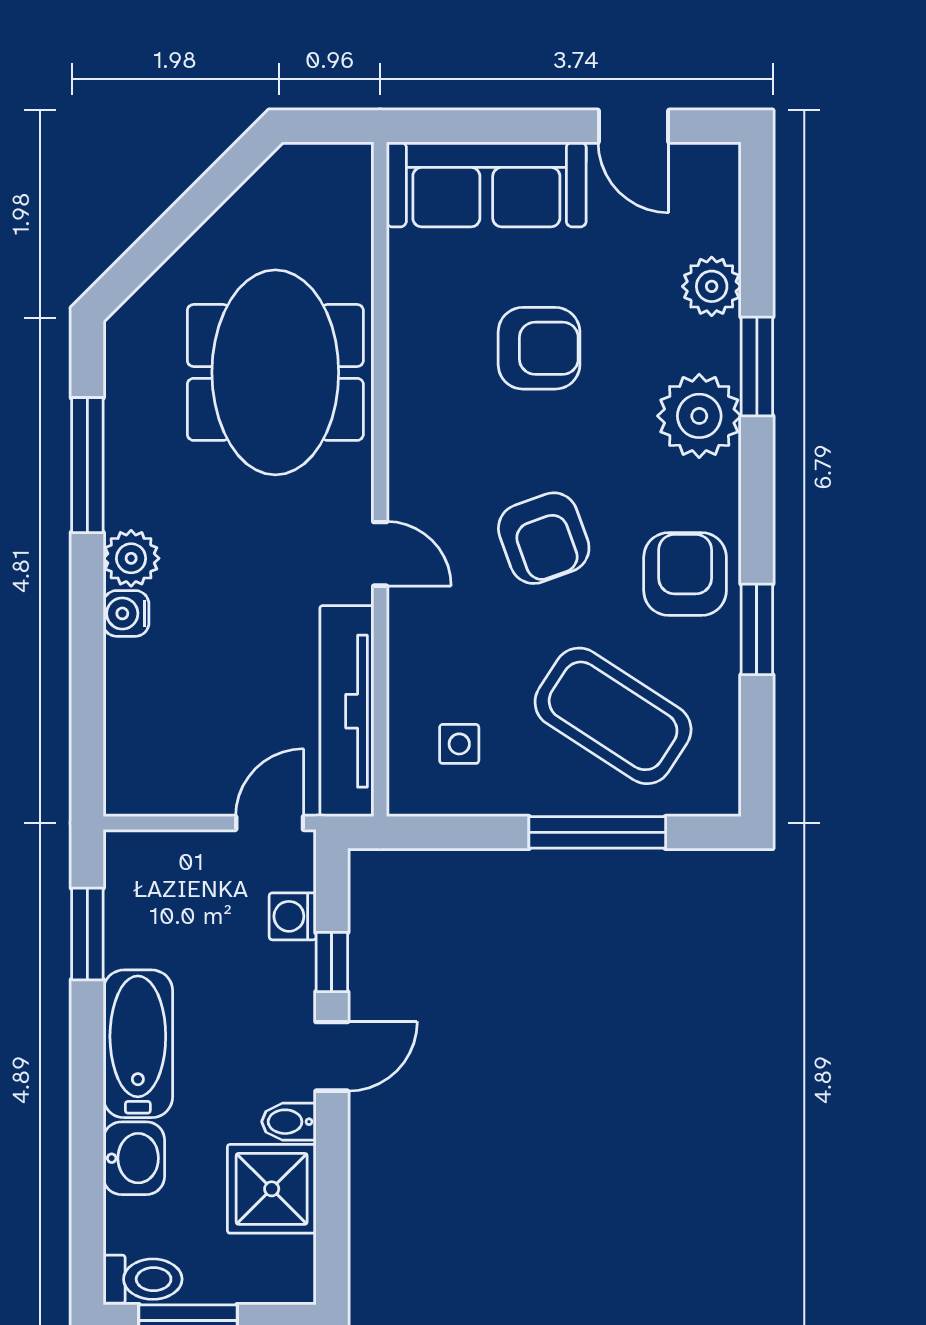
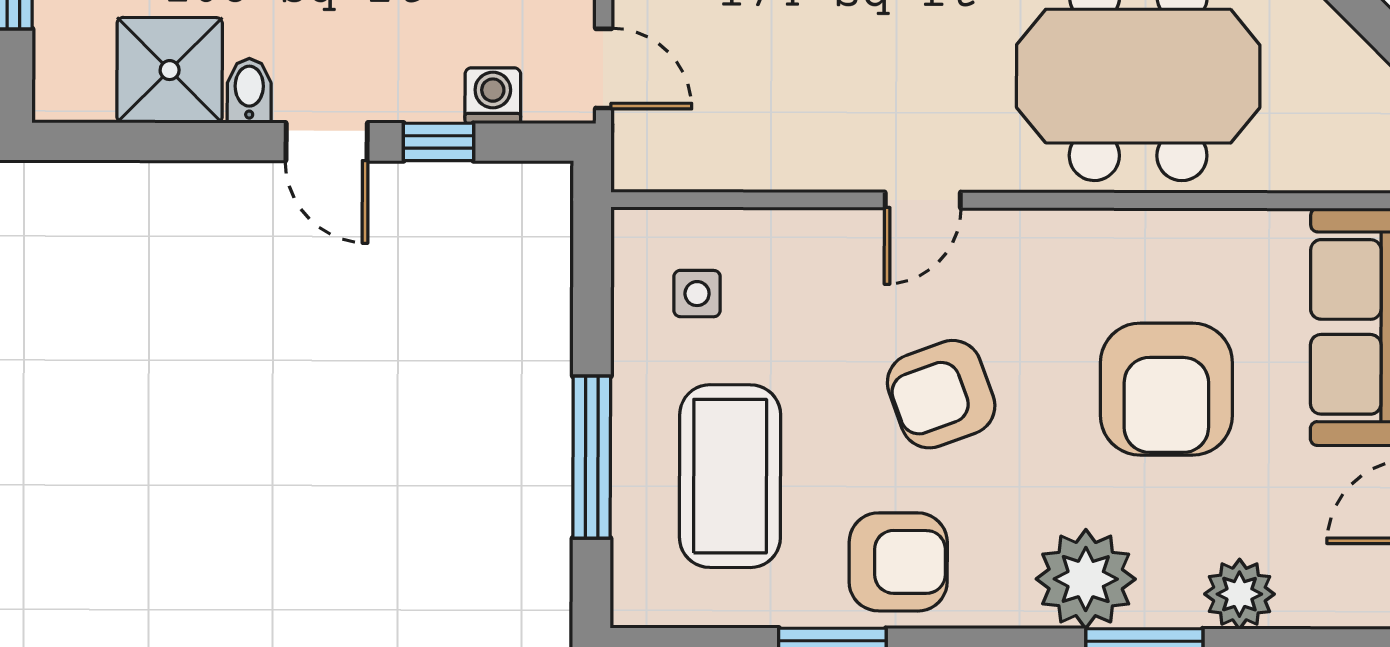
armchair: (539, 348) -> (1166, 389), width x1.36, depth x1.36
tv unit: (347, 711) -> (736, 160), removed
coffee table: (613, 716) -> (730, 476), turned -33

